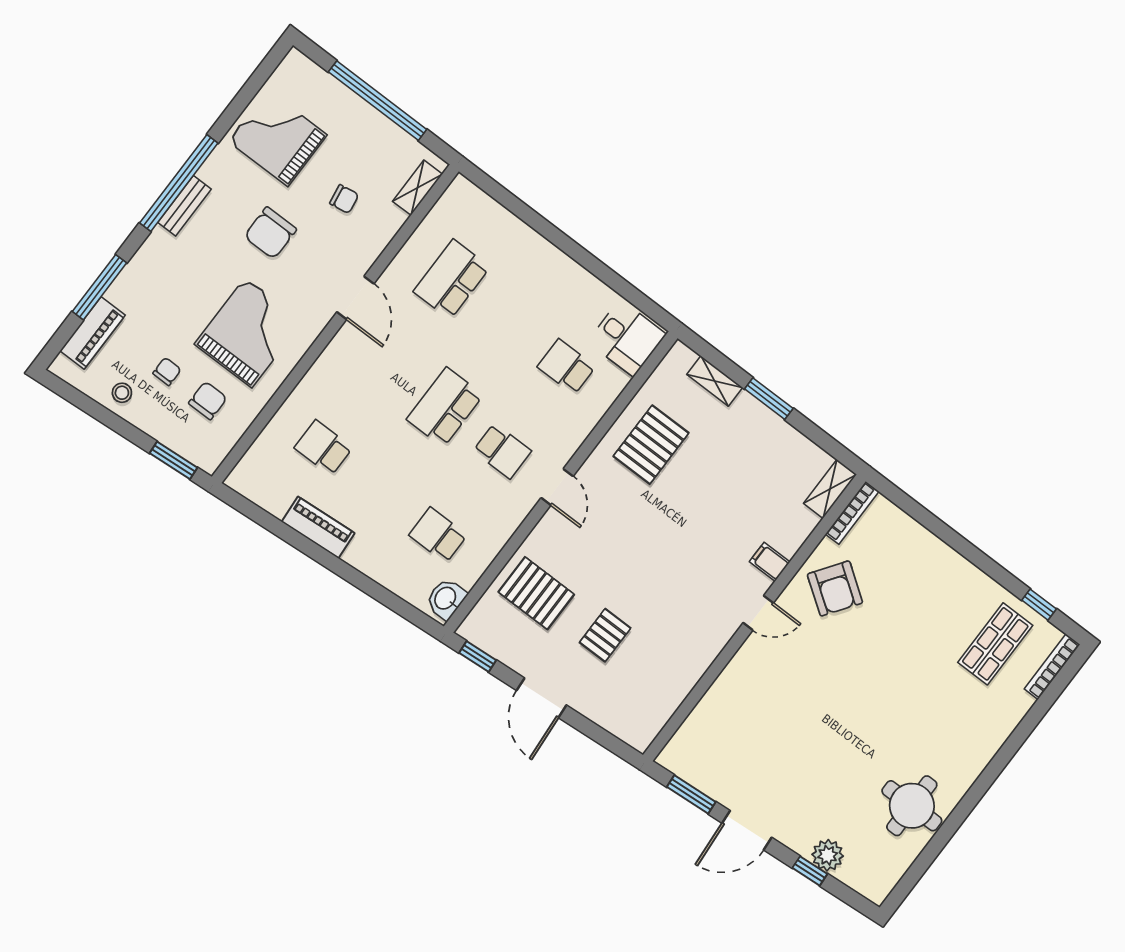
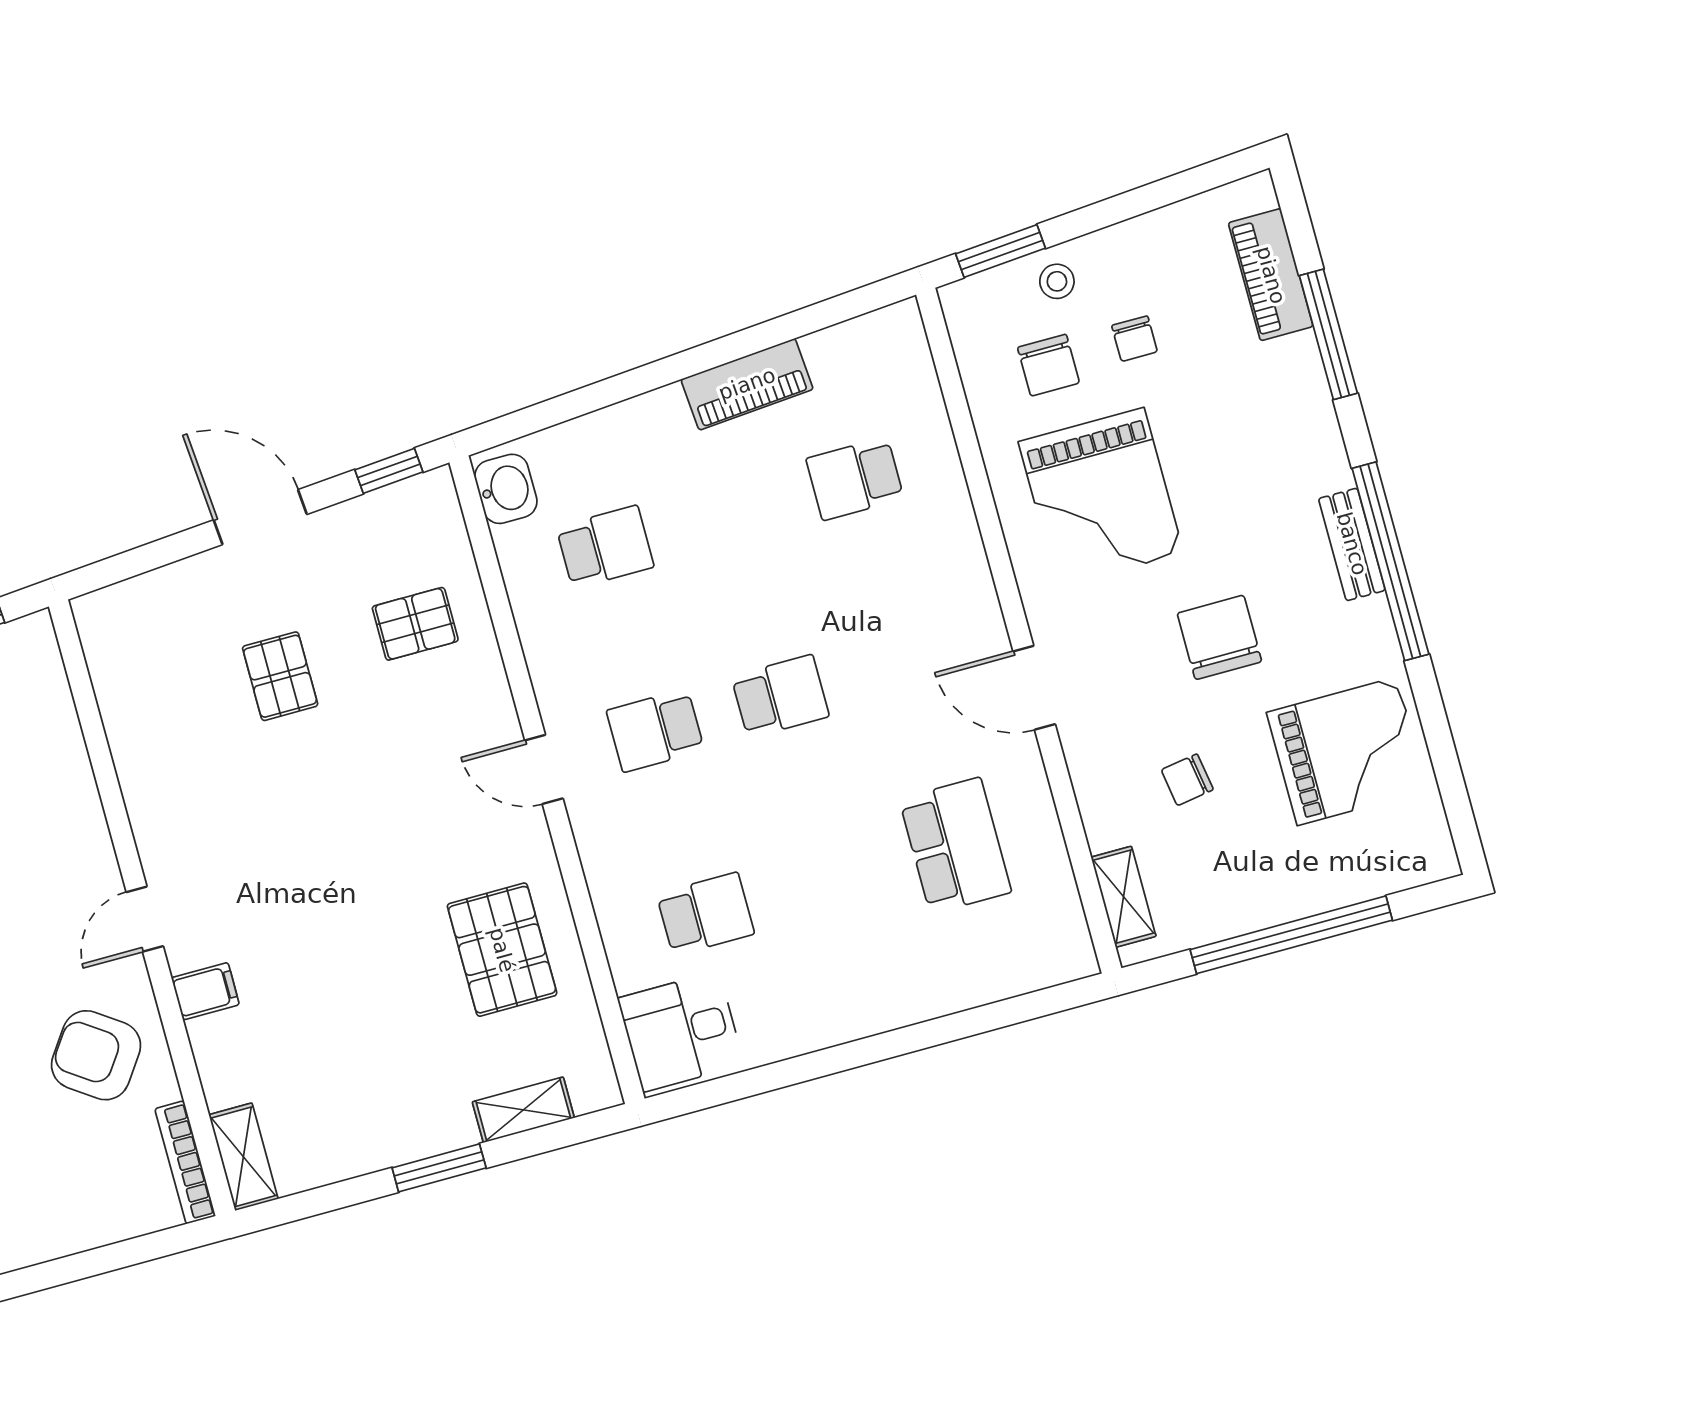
stool: (122, 393) -> (1057, 281), moved
school desk: (445, 407) -> (780, 696), width x0.54
school desk: (323, 448) -> (855, 479), turned 180
pallet: (536, 593) -> (415, 624), width x0.67, depth x0.71

